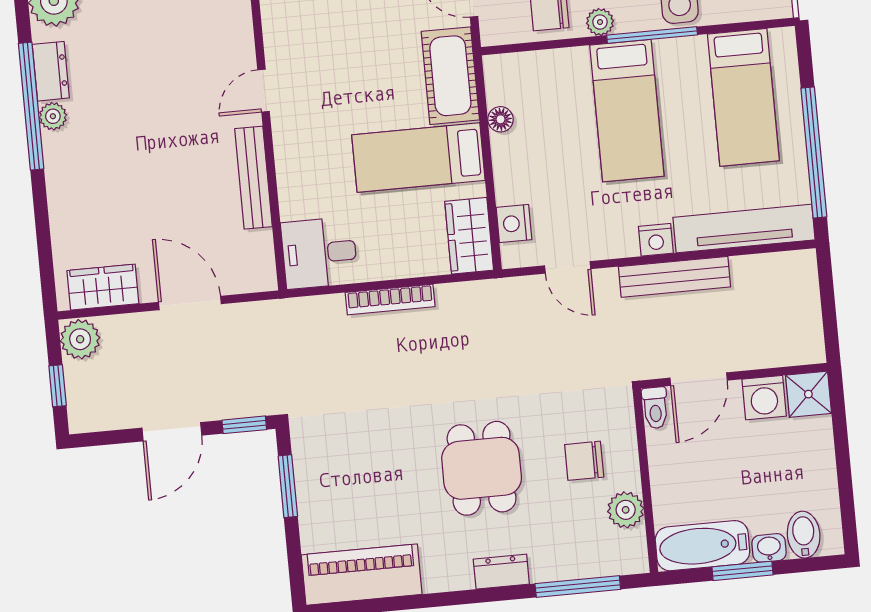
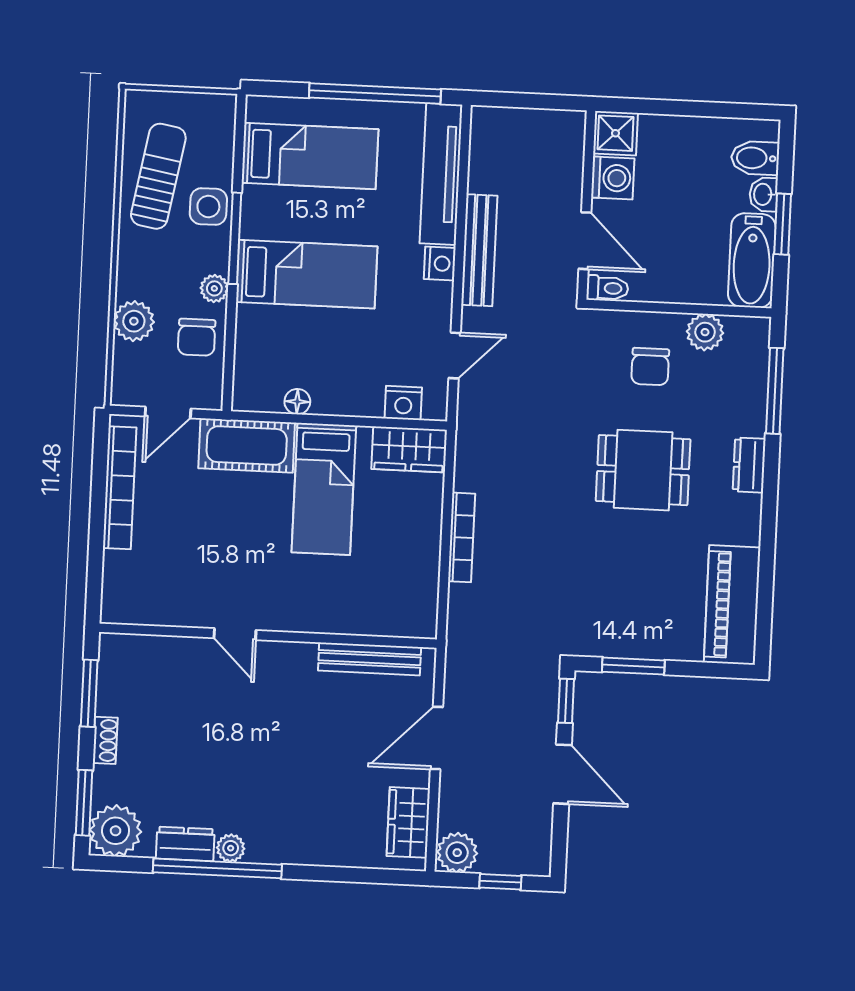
bench: (253, 178) -> (370, 659), moved
desk: (319, 253) -> (405, 601), removed

